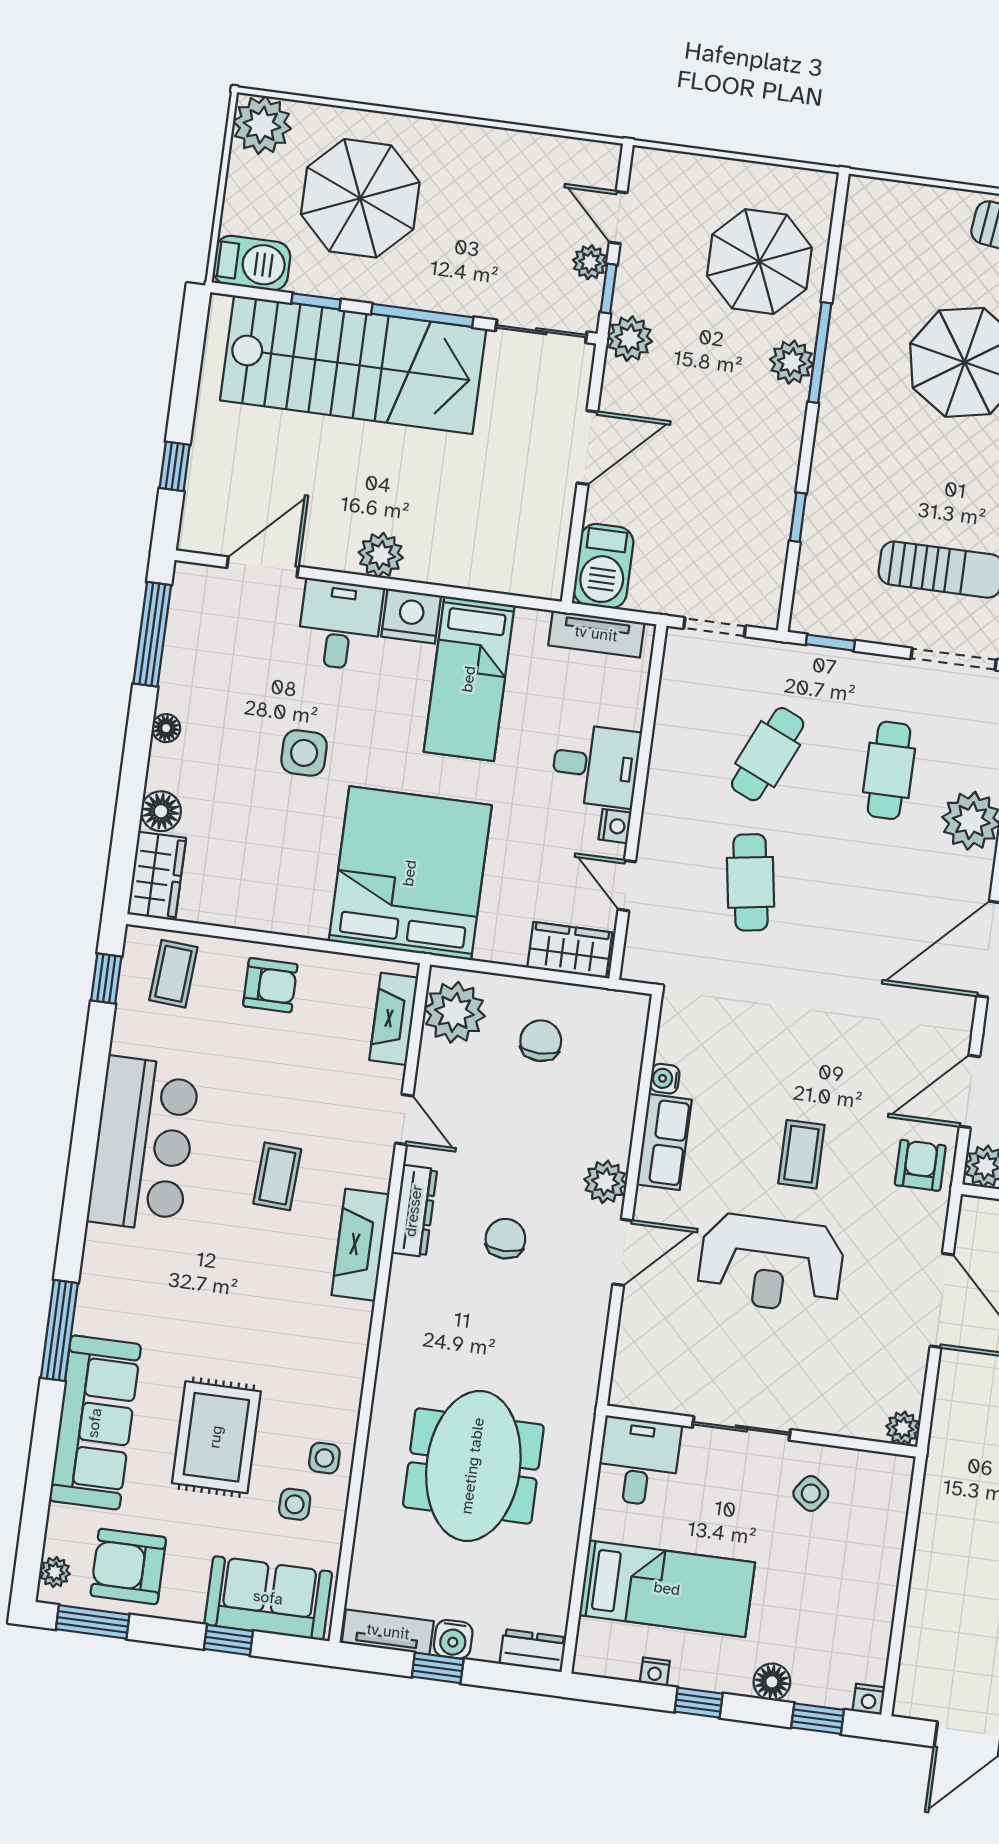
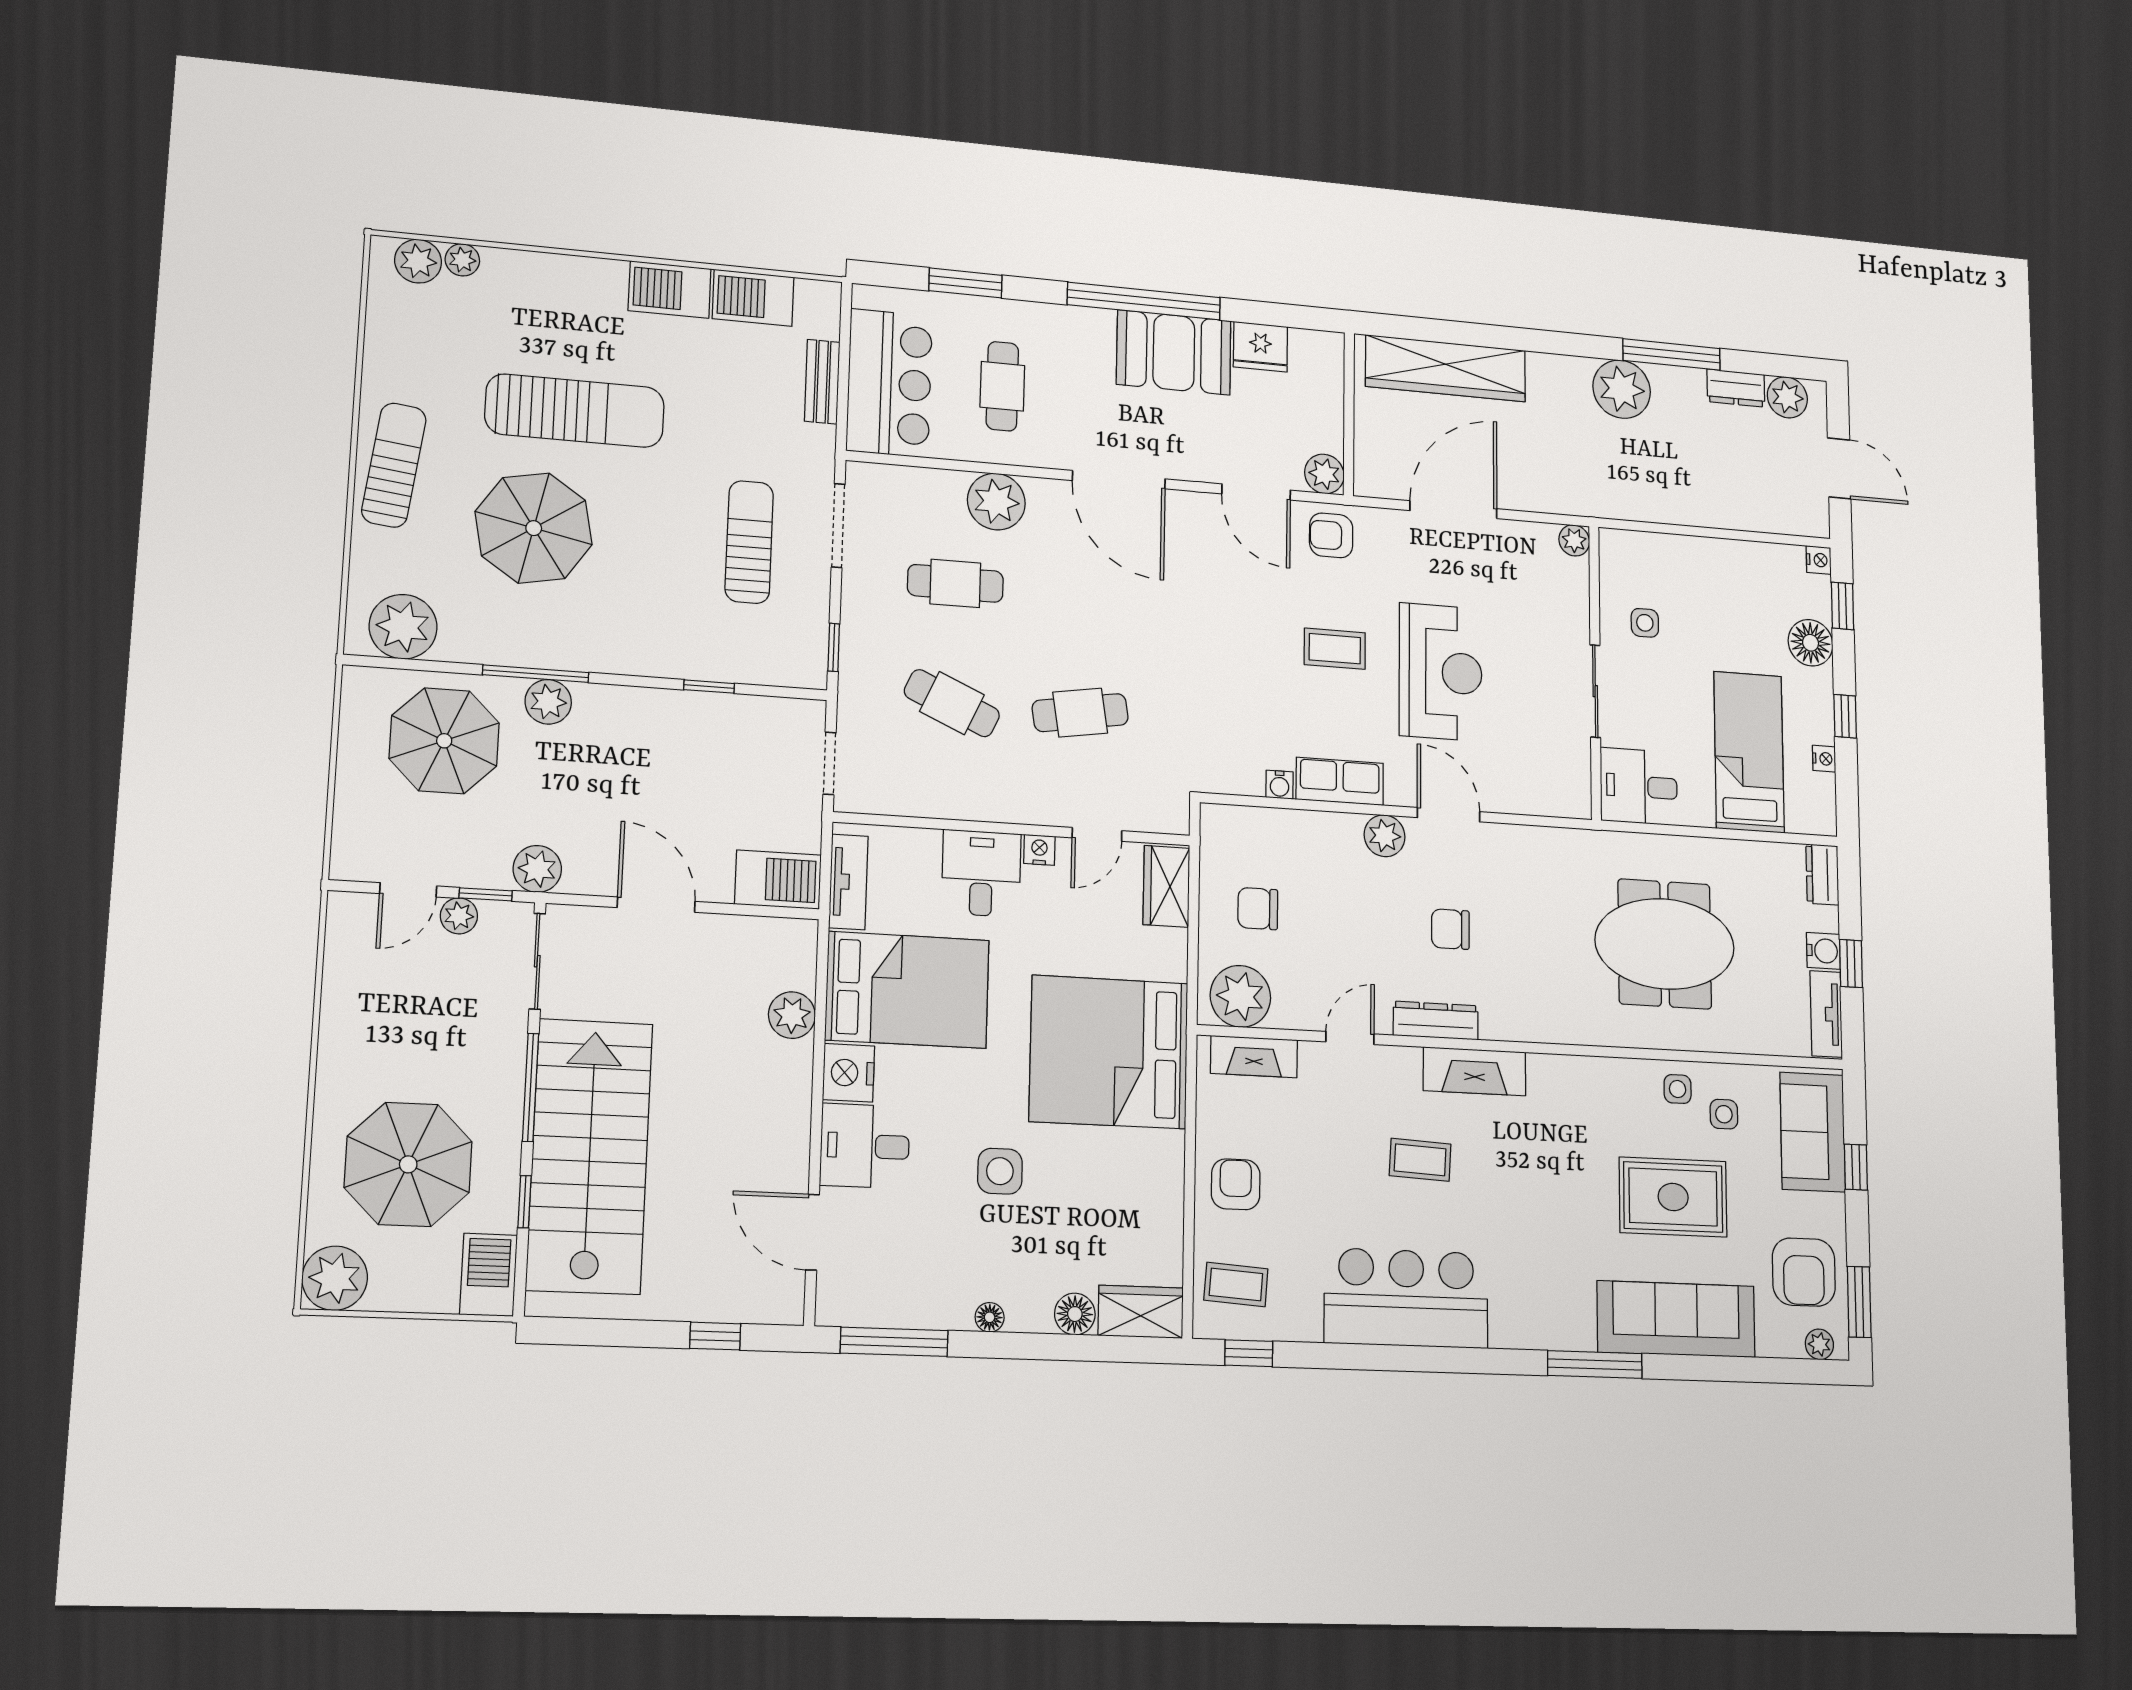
plant: (873, 232) -> (403, 627), added
plant: (381, 555) -> (792, 1015), moved
bed: (469, 679) -> (907, 990), width x1.50
side table: (811, 1493) -> (1645, 623), turned -37
floor lamp: (772, 1682) -> (1811, 643), width x1.38, depth x1.38

